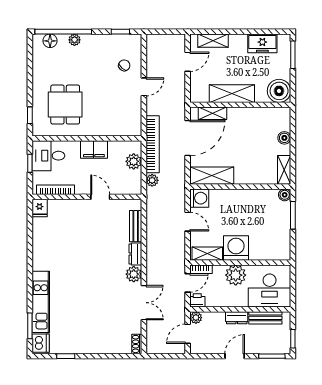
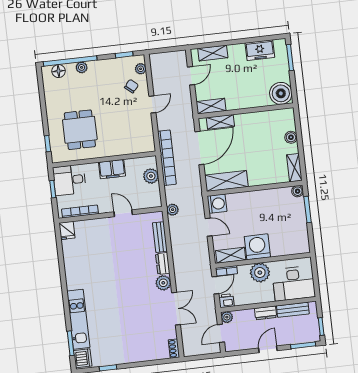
plant: (136, 48) -> (141, 69), added
shelving: (232, 94) -> (211, 106), moved, width x0.67, depth x0.75
plant: (152, 180) -> (173, 210), moved

